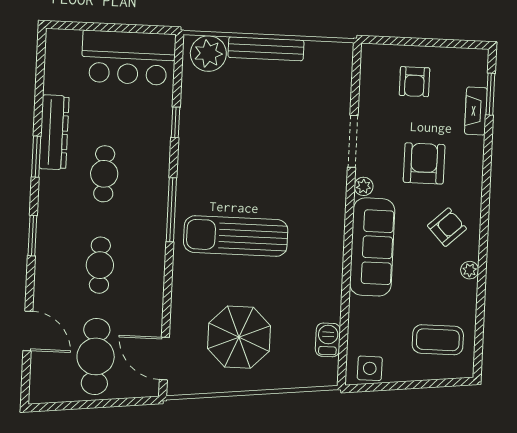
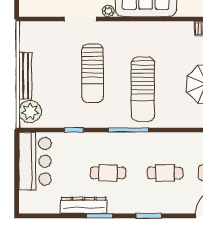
sun lounger: (265, 156) -> (92, 73), added

